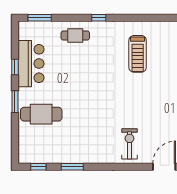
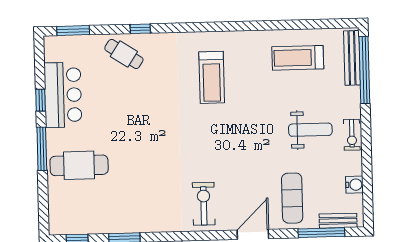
window: (99, 18) -> (140, 29), moved
cafe table: (75, 35) -> (124, 54), turned 33
window: (15, 102) -> (42, 149), width x1.44

